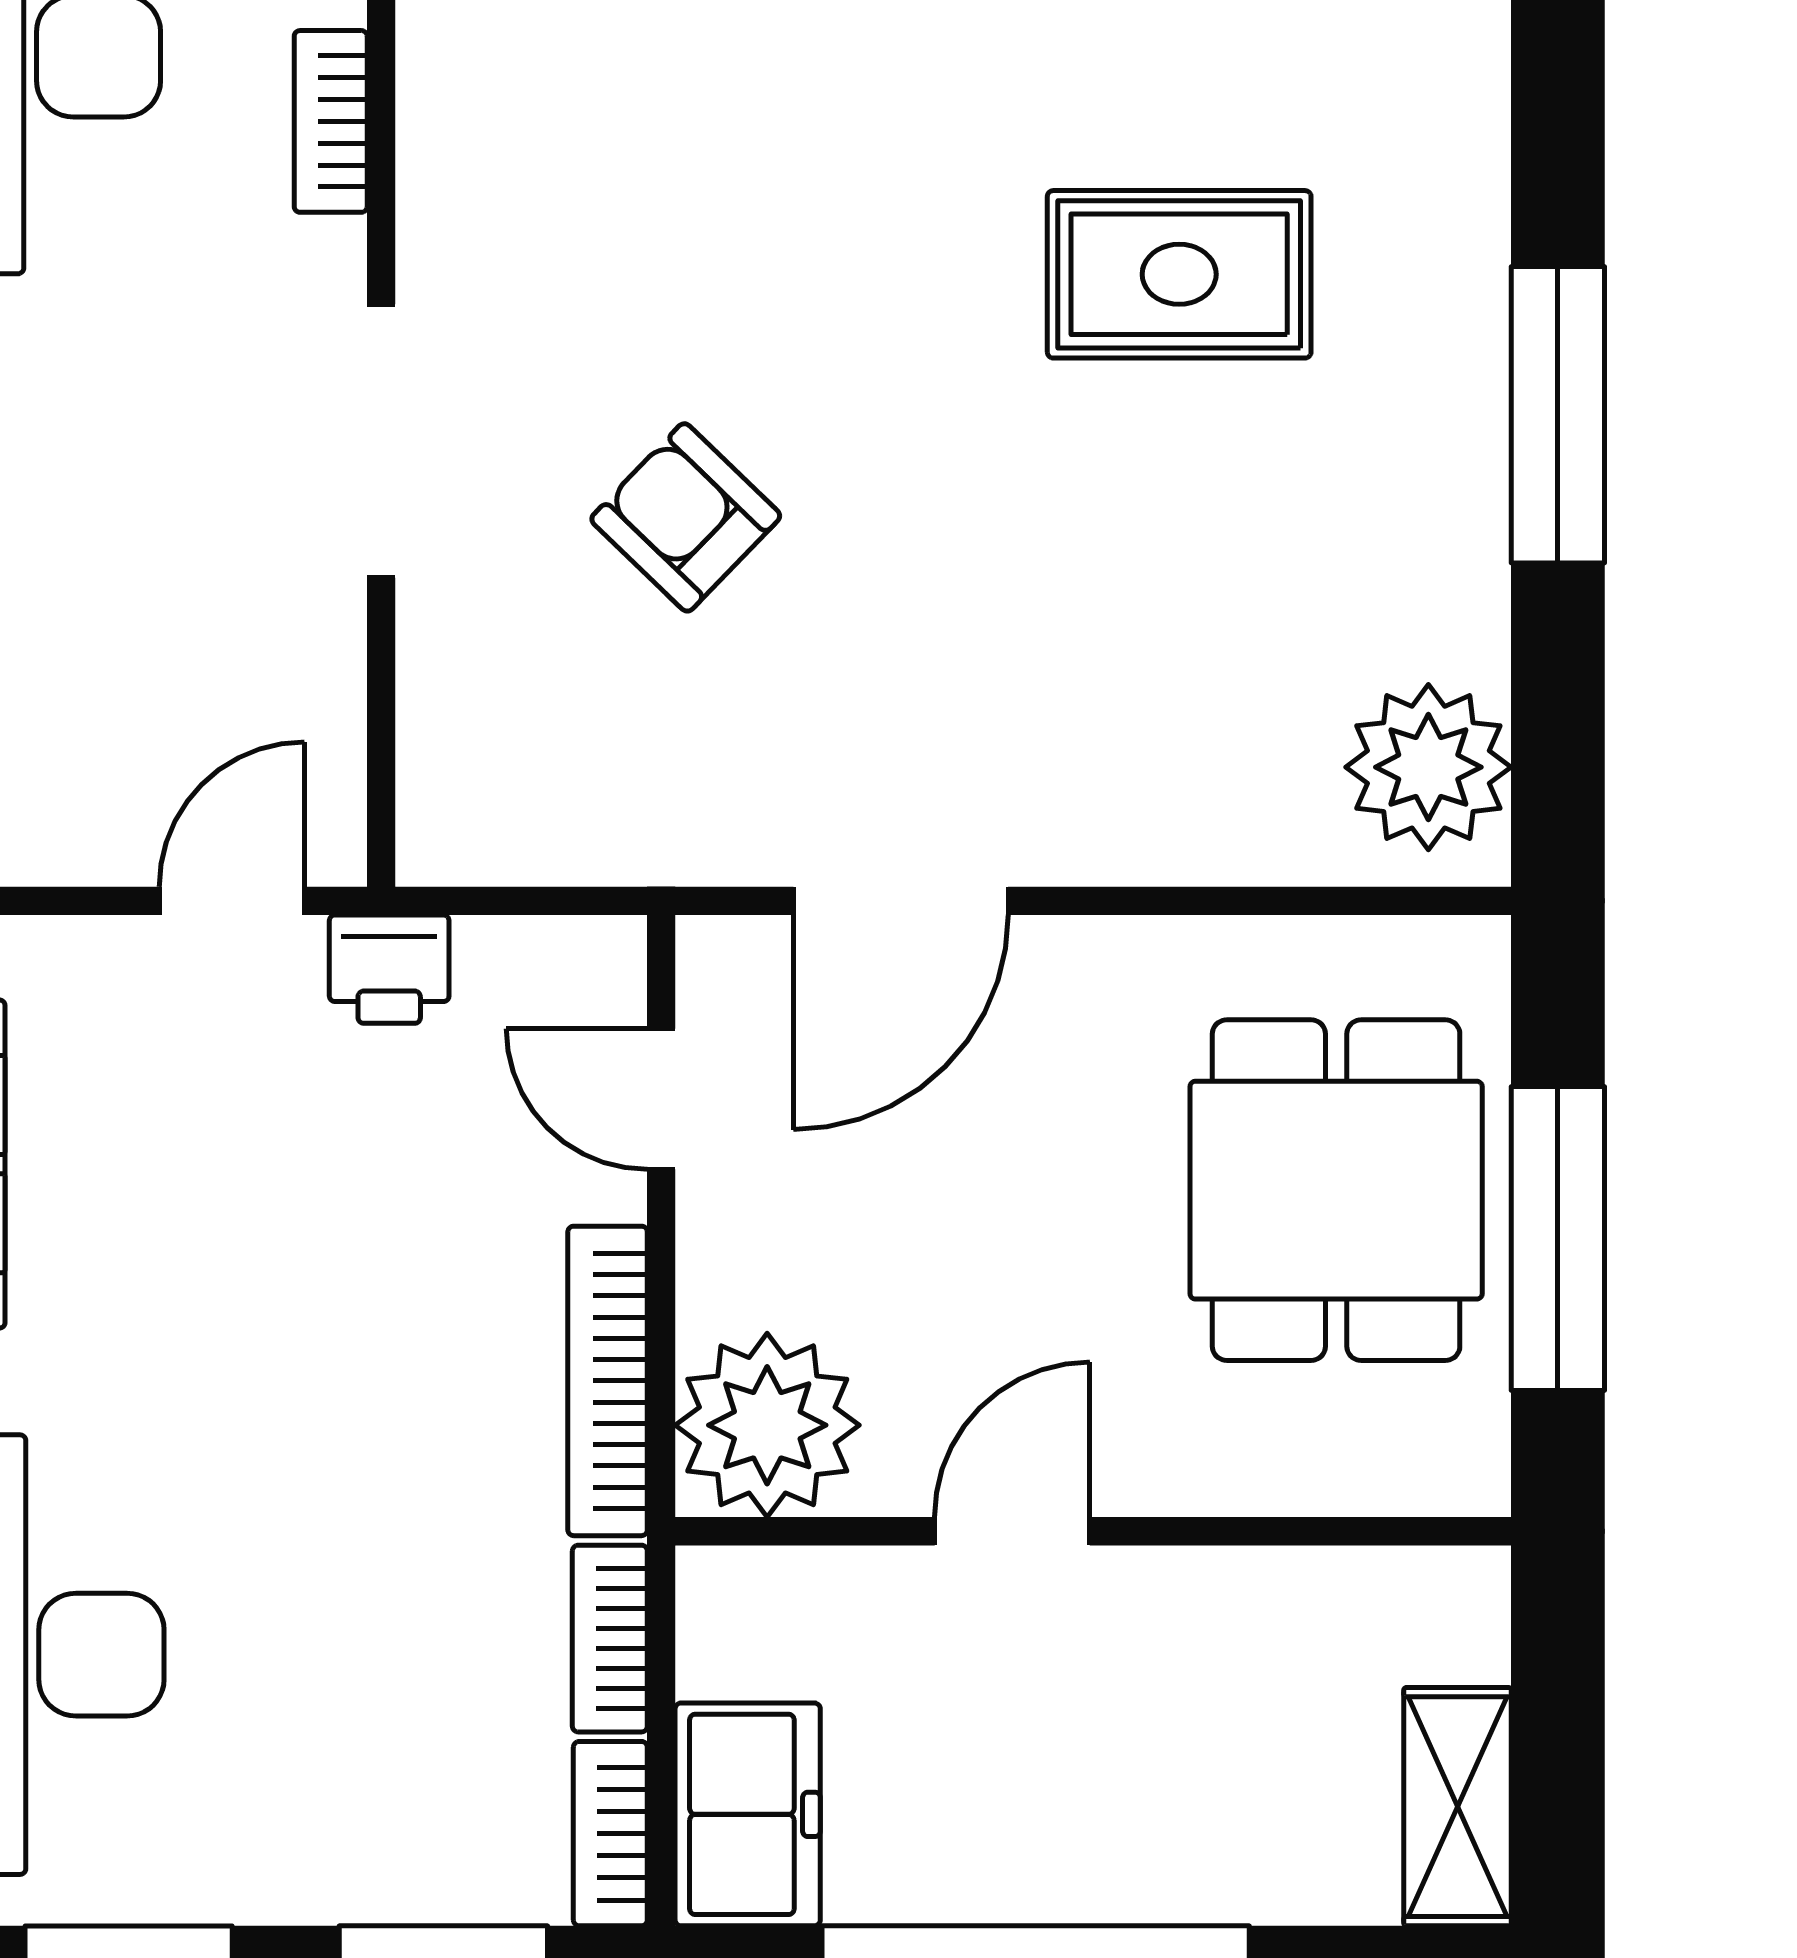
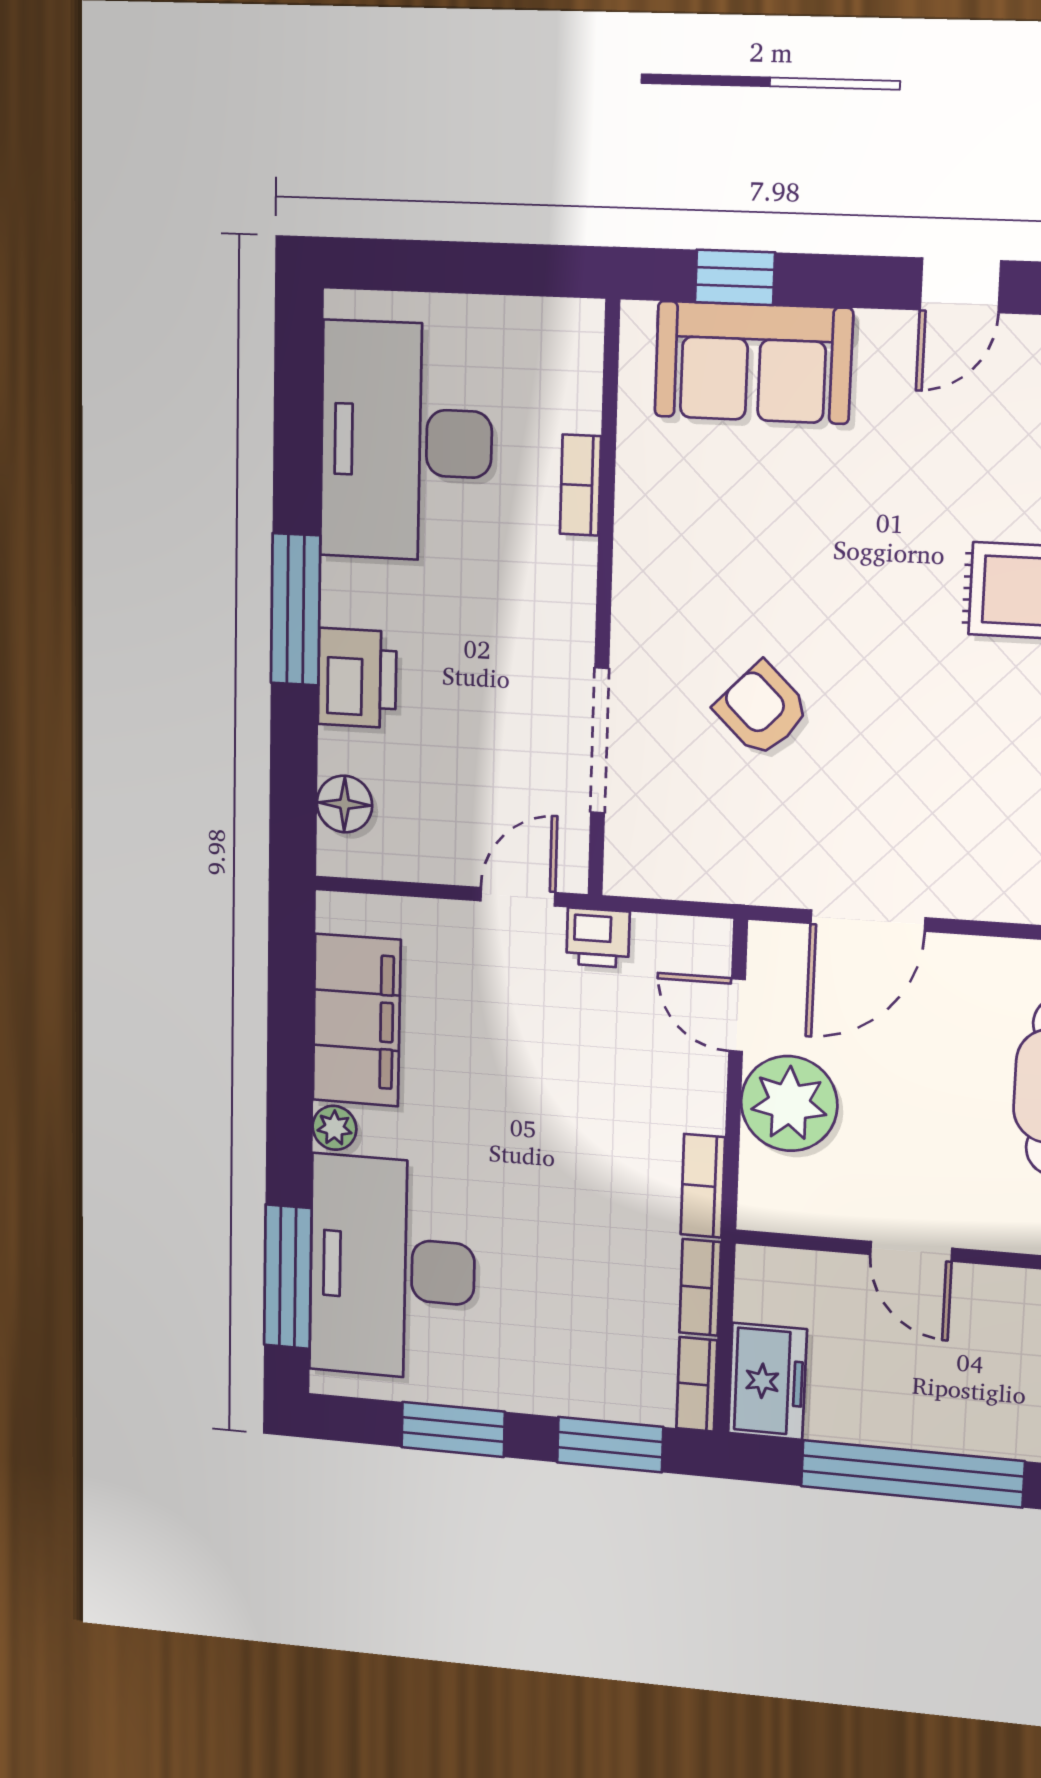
doorway: (381, 441) -> (600, 741), moved
bookcase: (608, 1381) -> (703, 1186), width x0.64
plant: (767, 1425) -> (789, 1104), moved
door: (1012, 1531) -> (911, 1251), swing flipped

